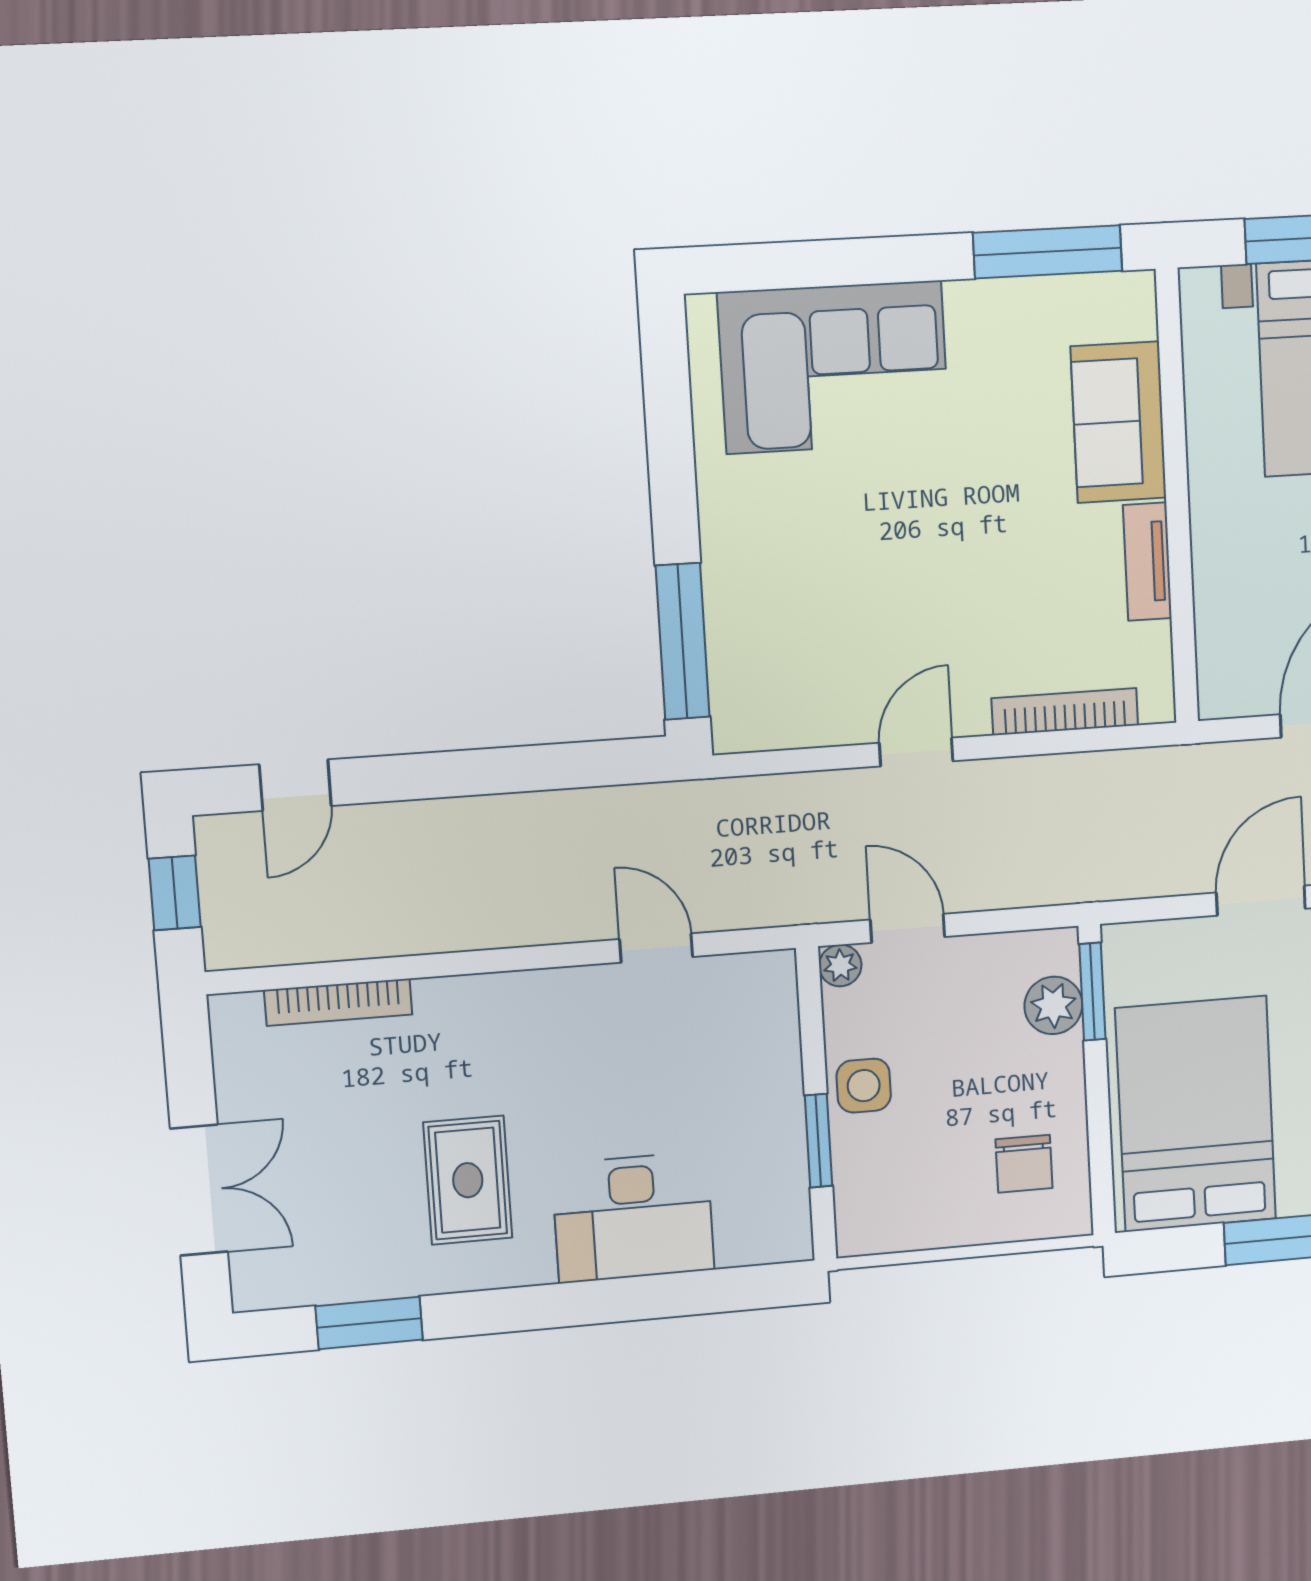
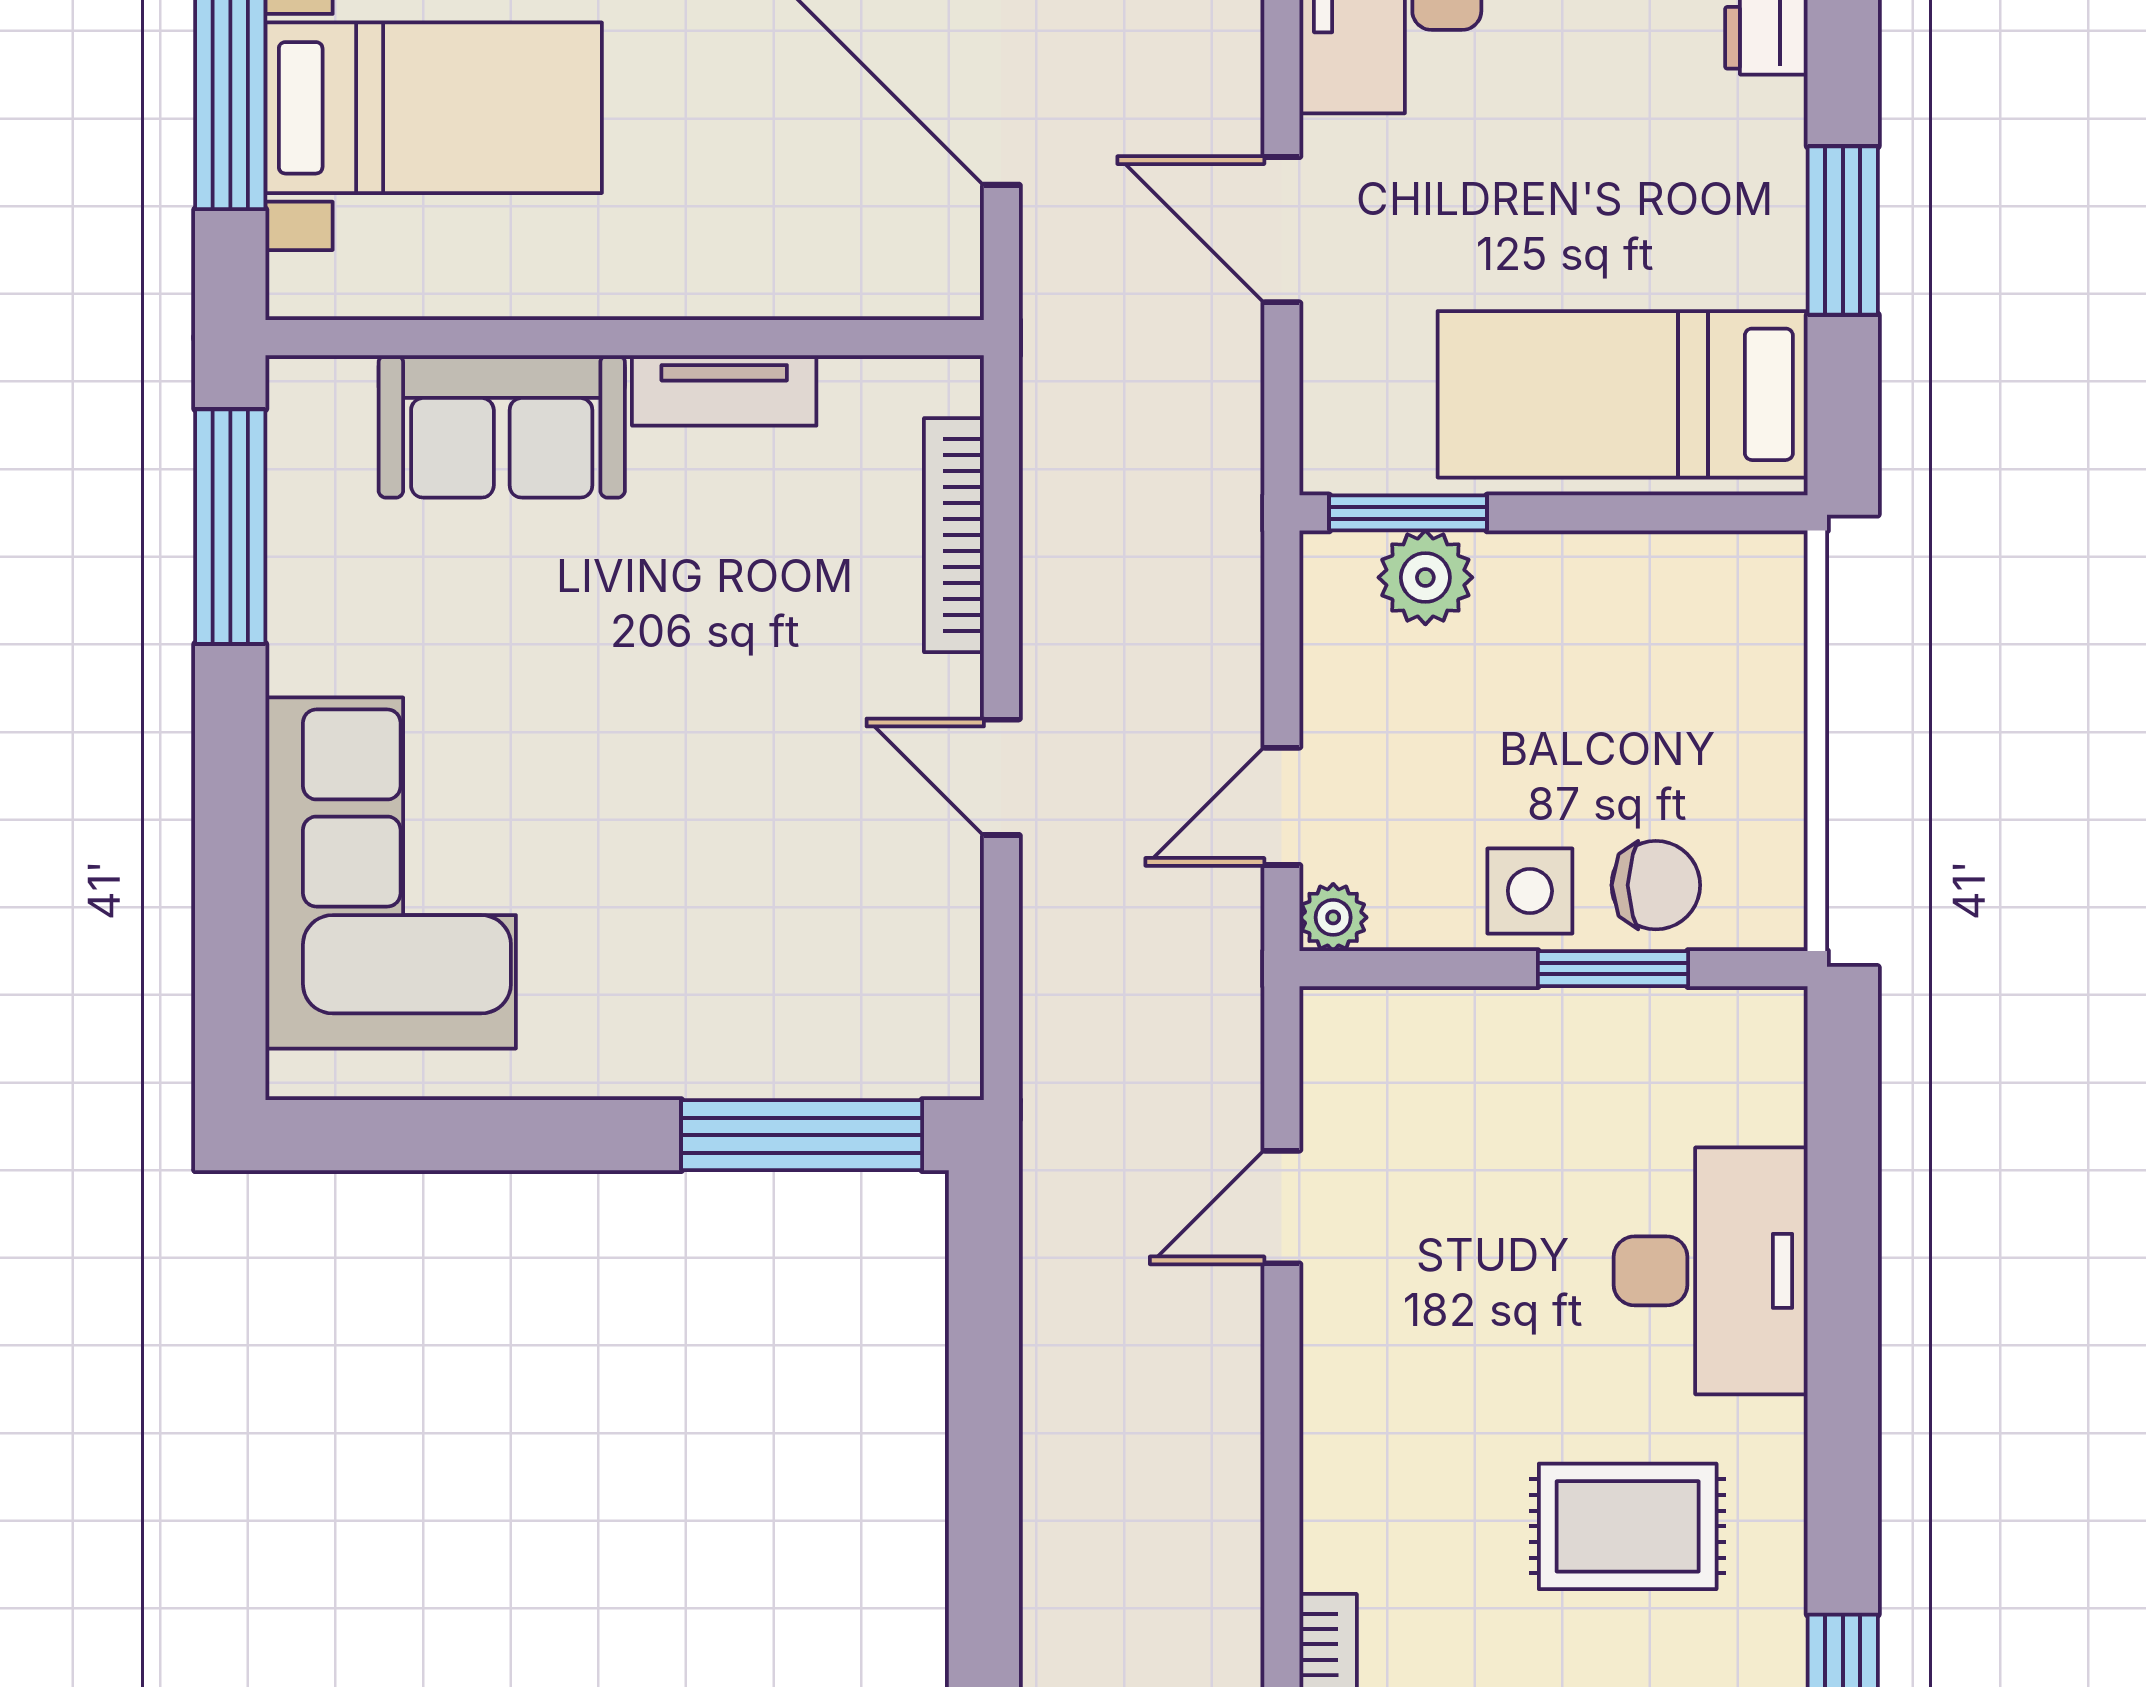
bed: (1196, 1114) -> (1623, 394), width x0.67
chair: (1024, 1164) -> (1656, 885), moved

